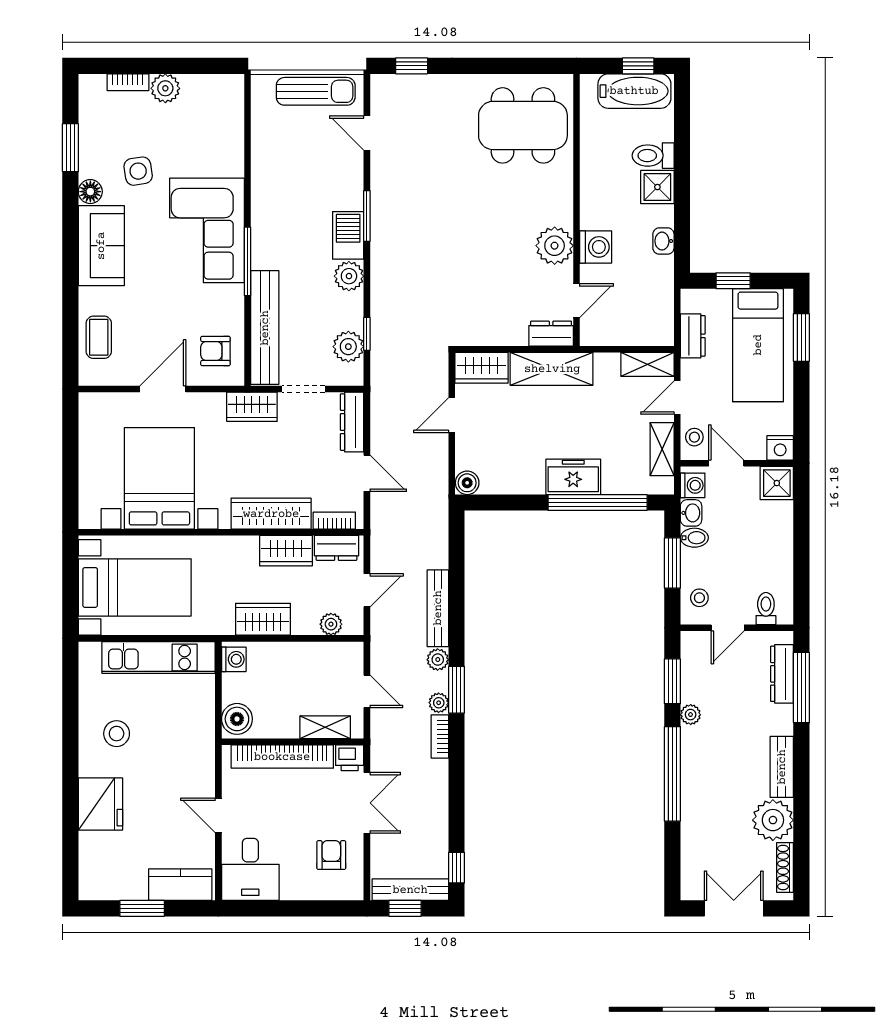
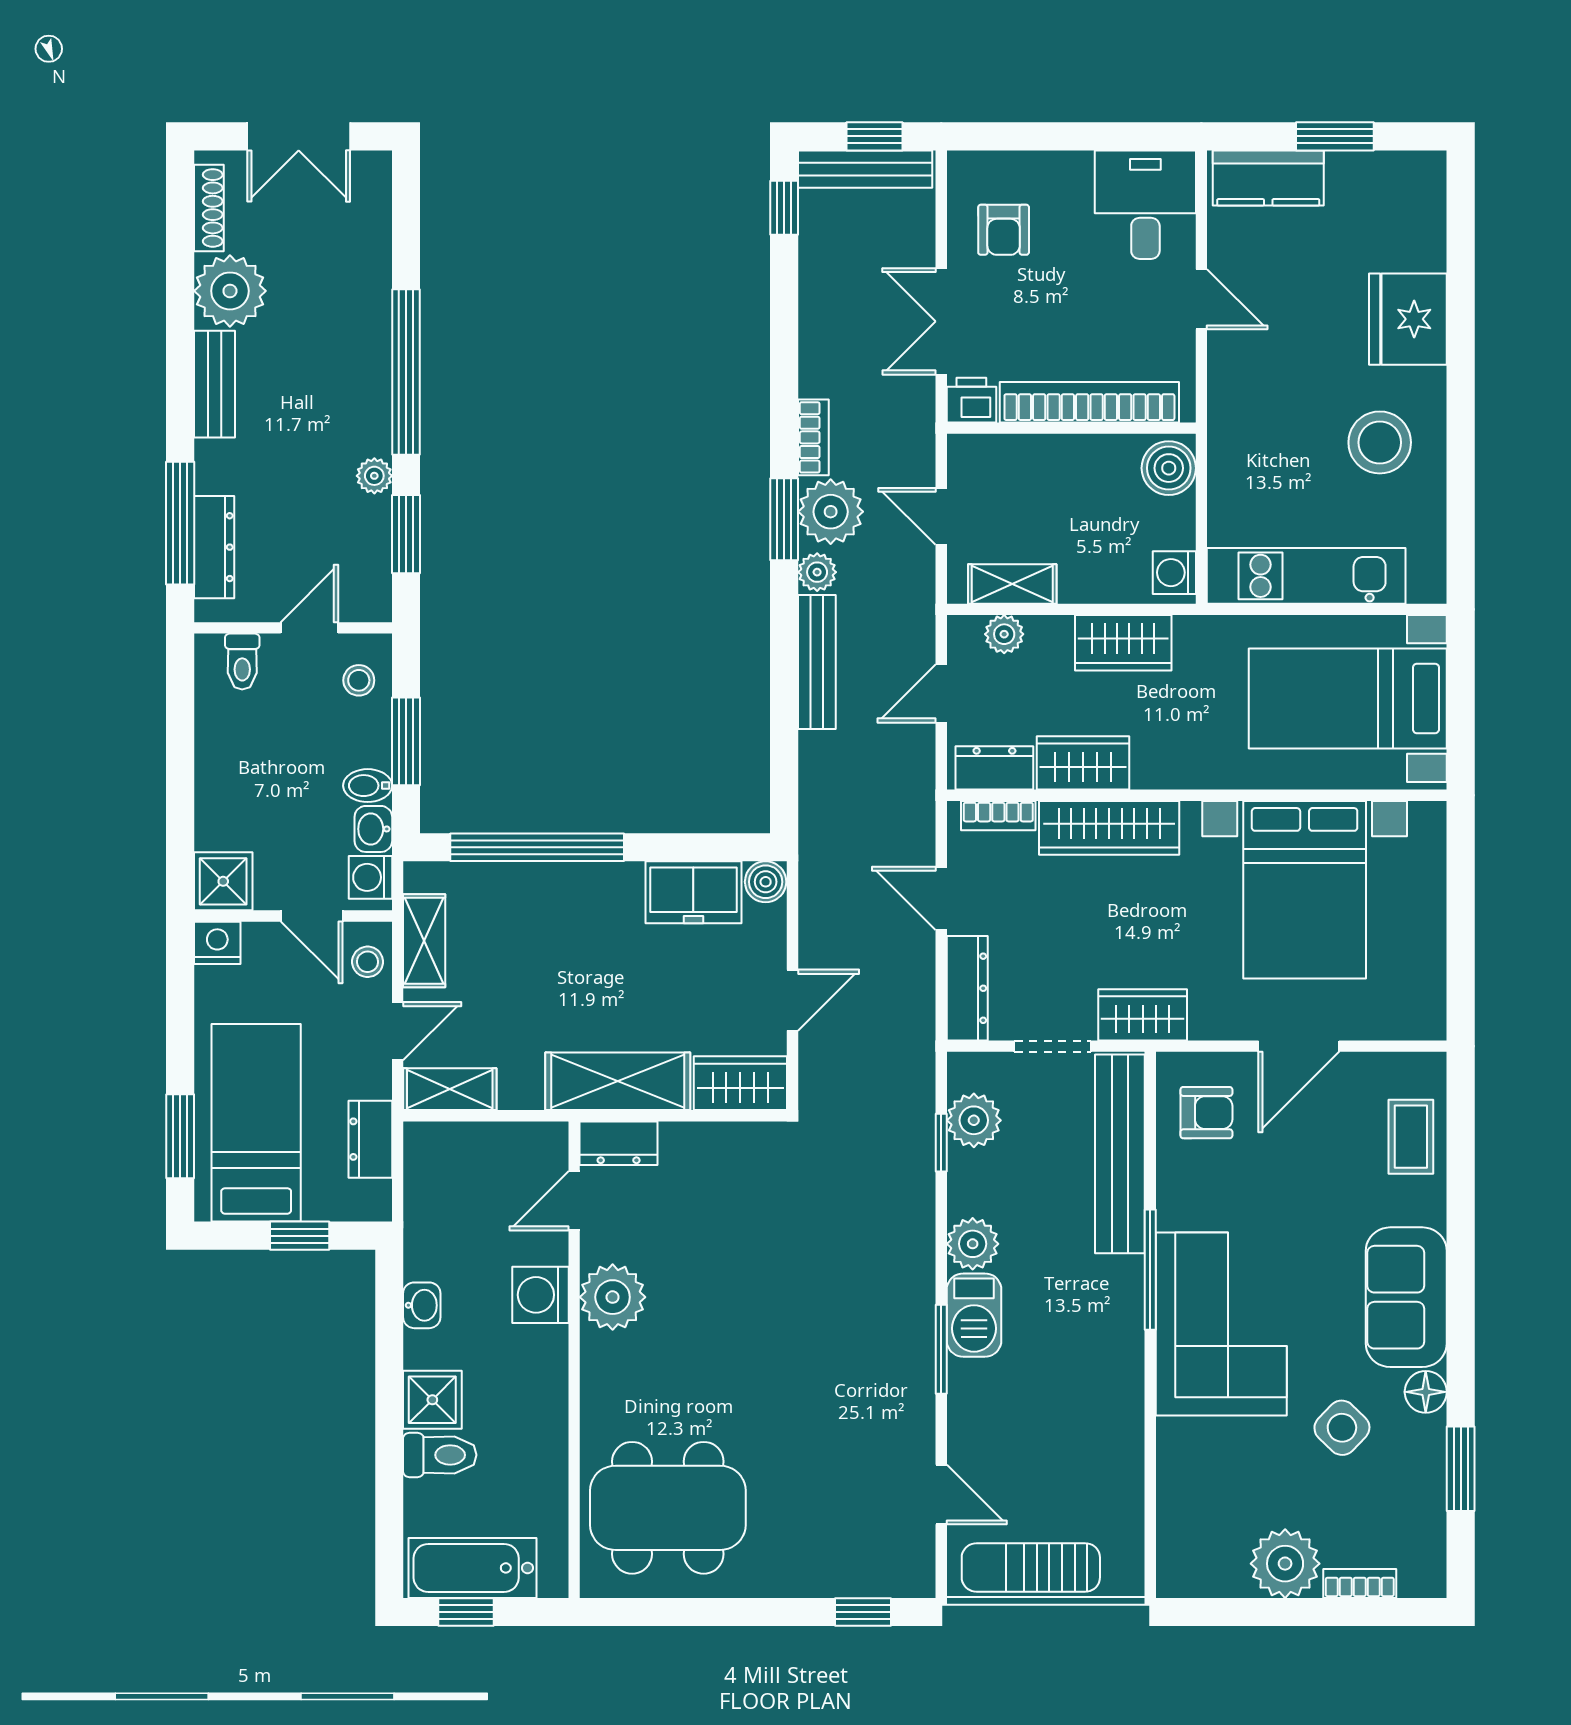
plant: (165, 88) -> (1285, 1564), width x1.36, depth x1.36
side table: (138, 171) -> (1342, 1428), turned -37
freezer: (573, 477) -> (693, 892), moved
plant: (439, 703) -> (831, 512), width x1.87, depth x1.87
shelving: (325, 727) -> (1012, 584), moved
stool: (117, 734) -> (1380, 442), width x1.38, depth x1.38

